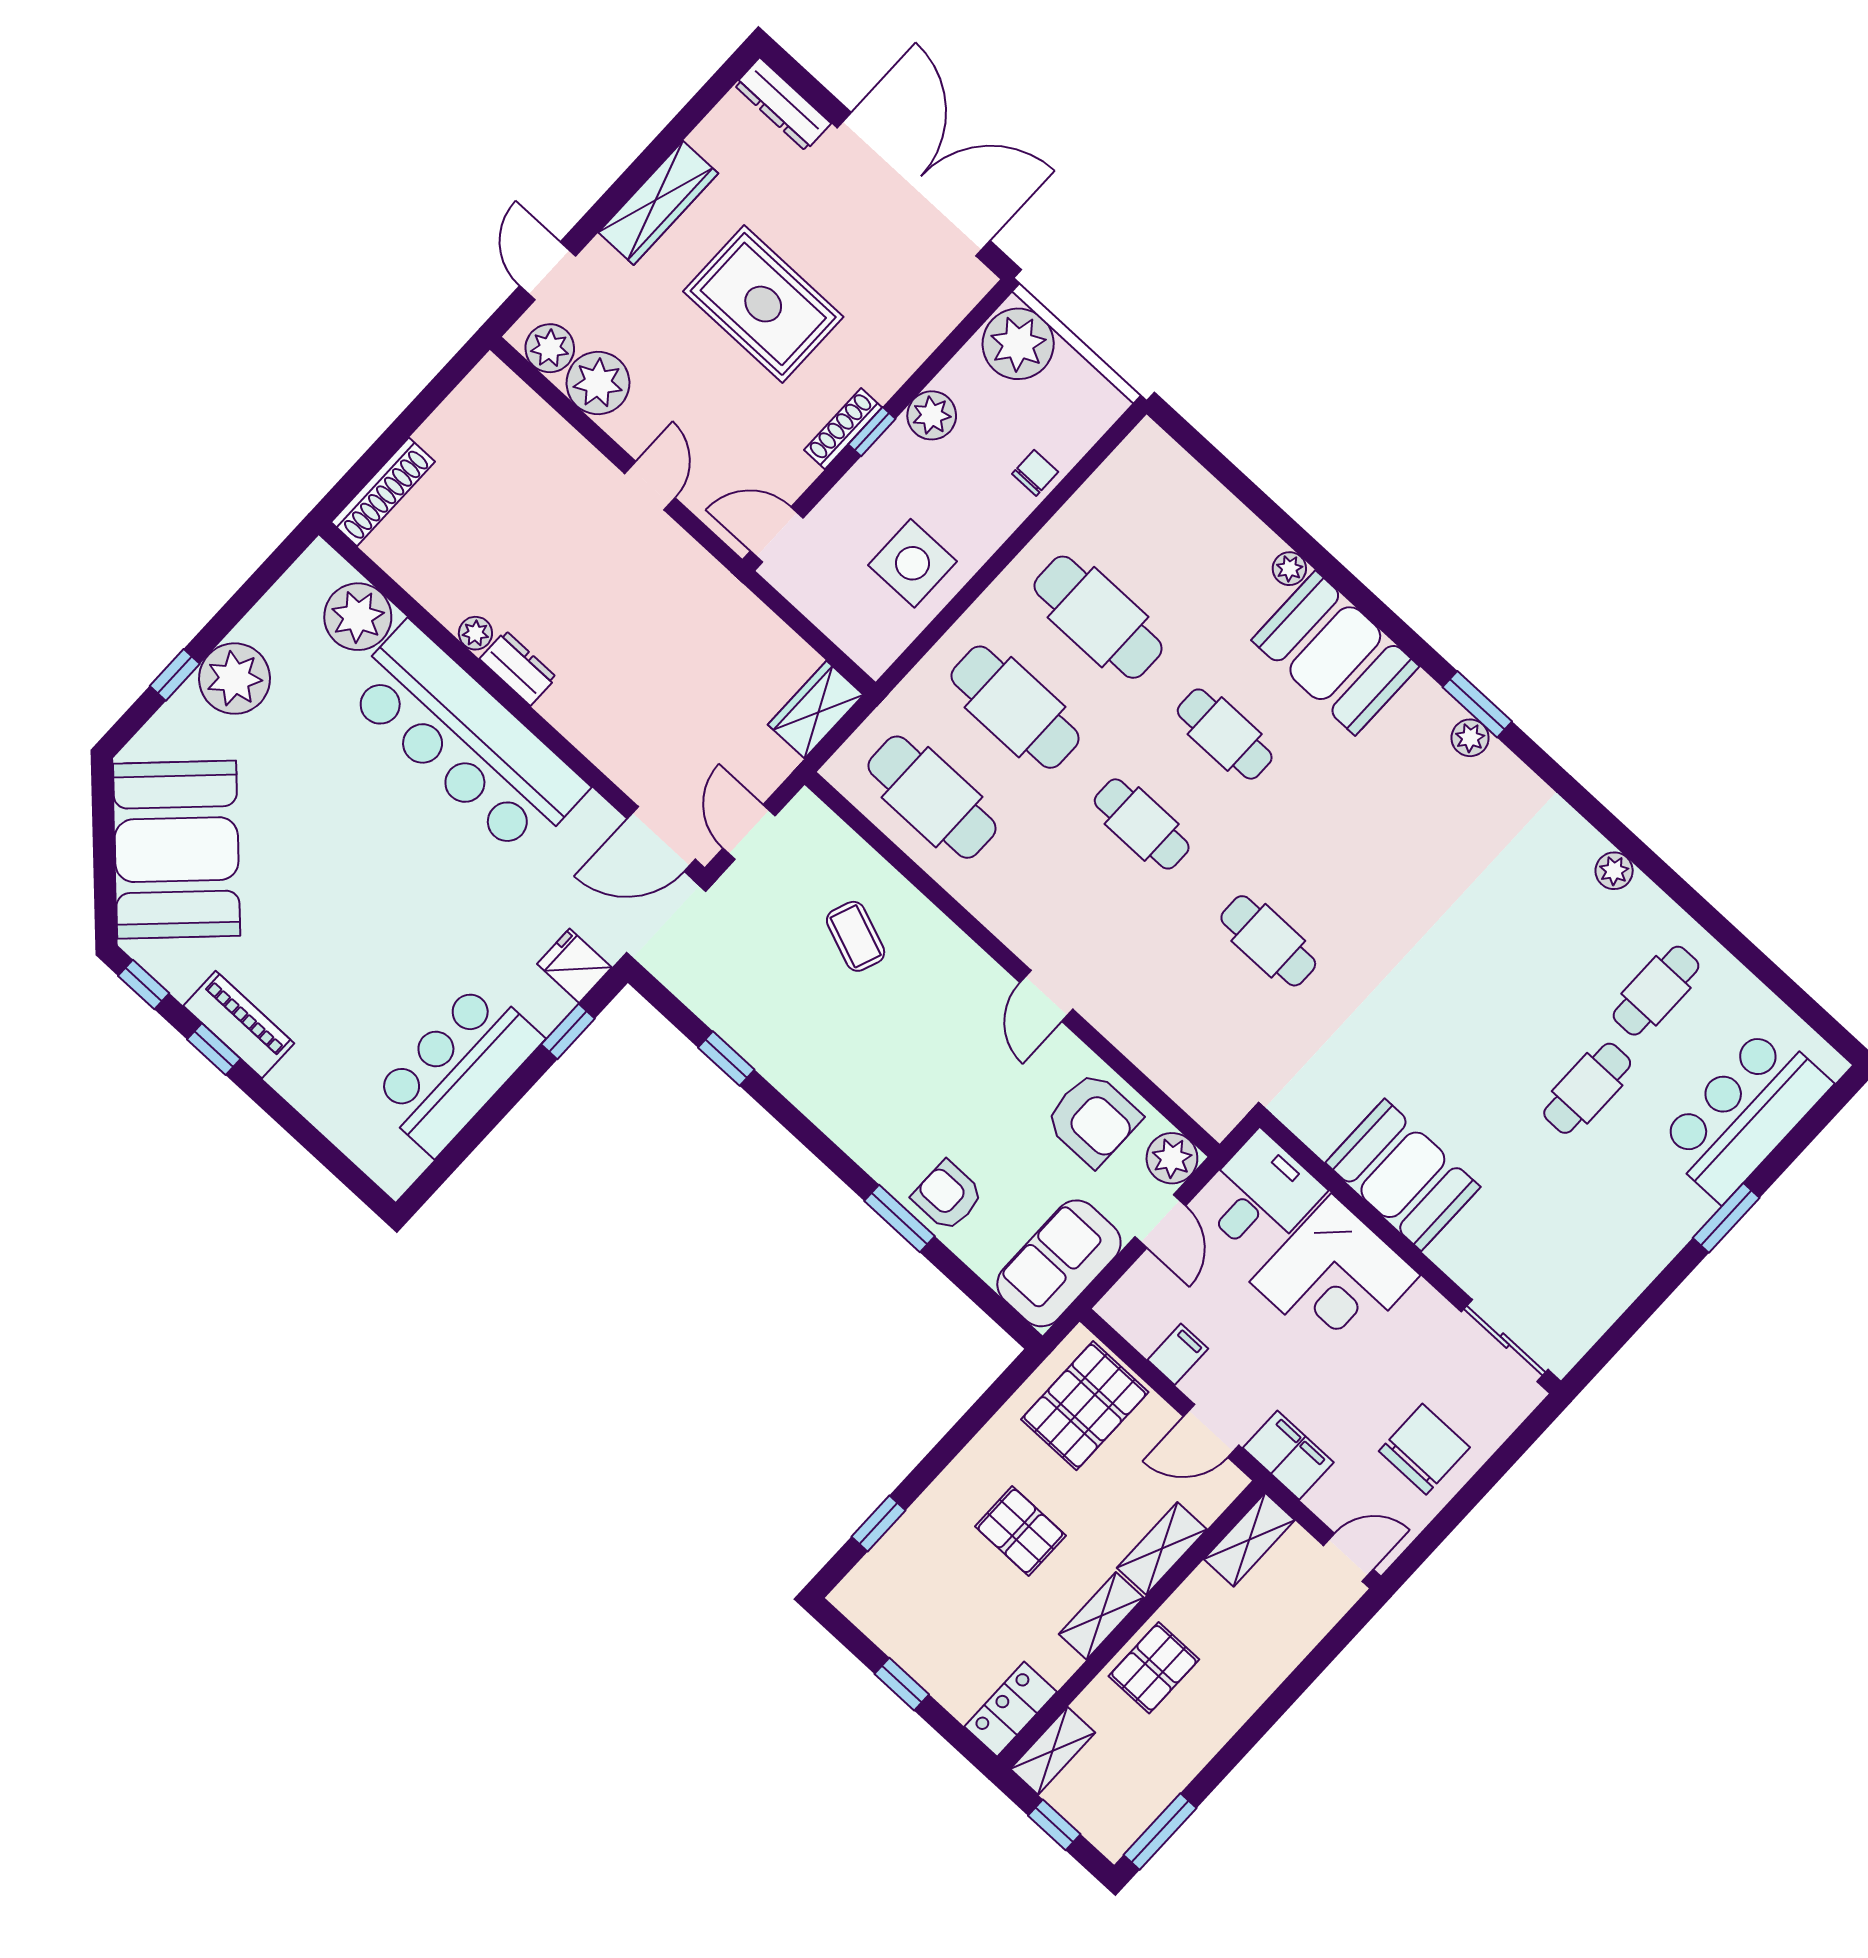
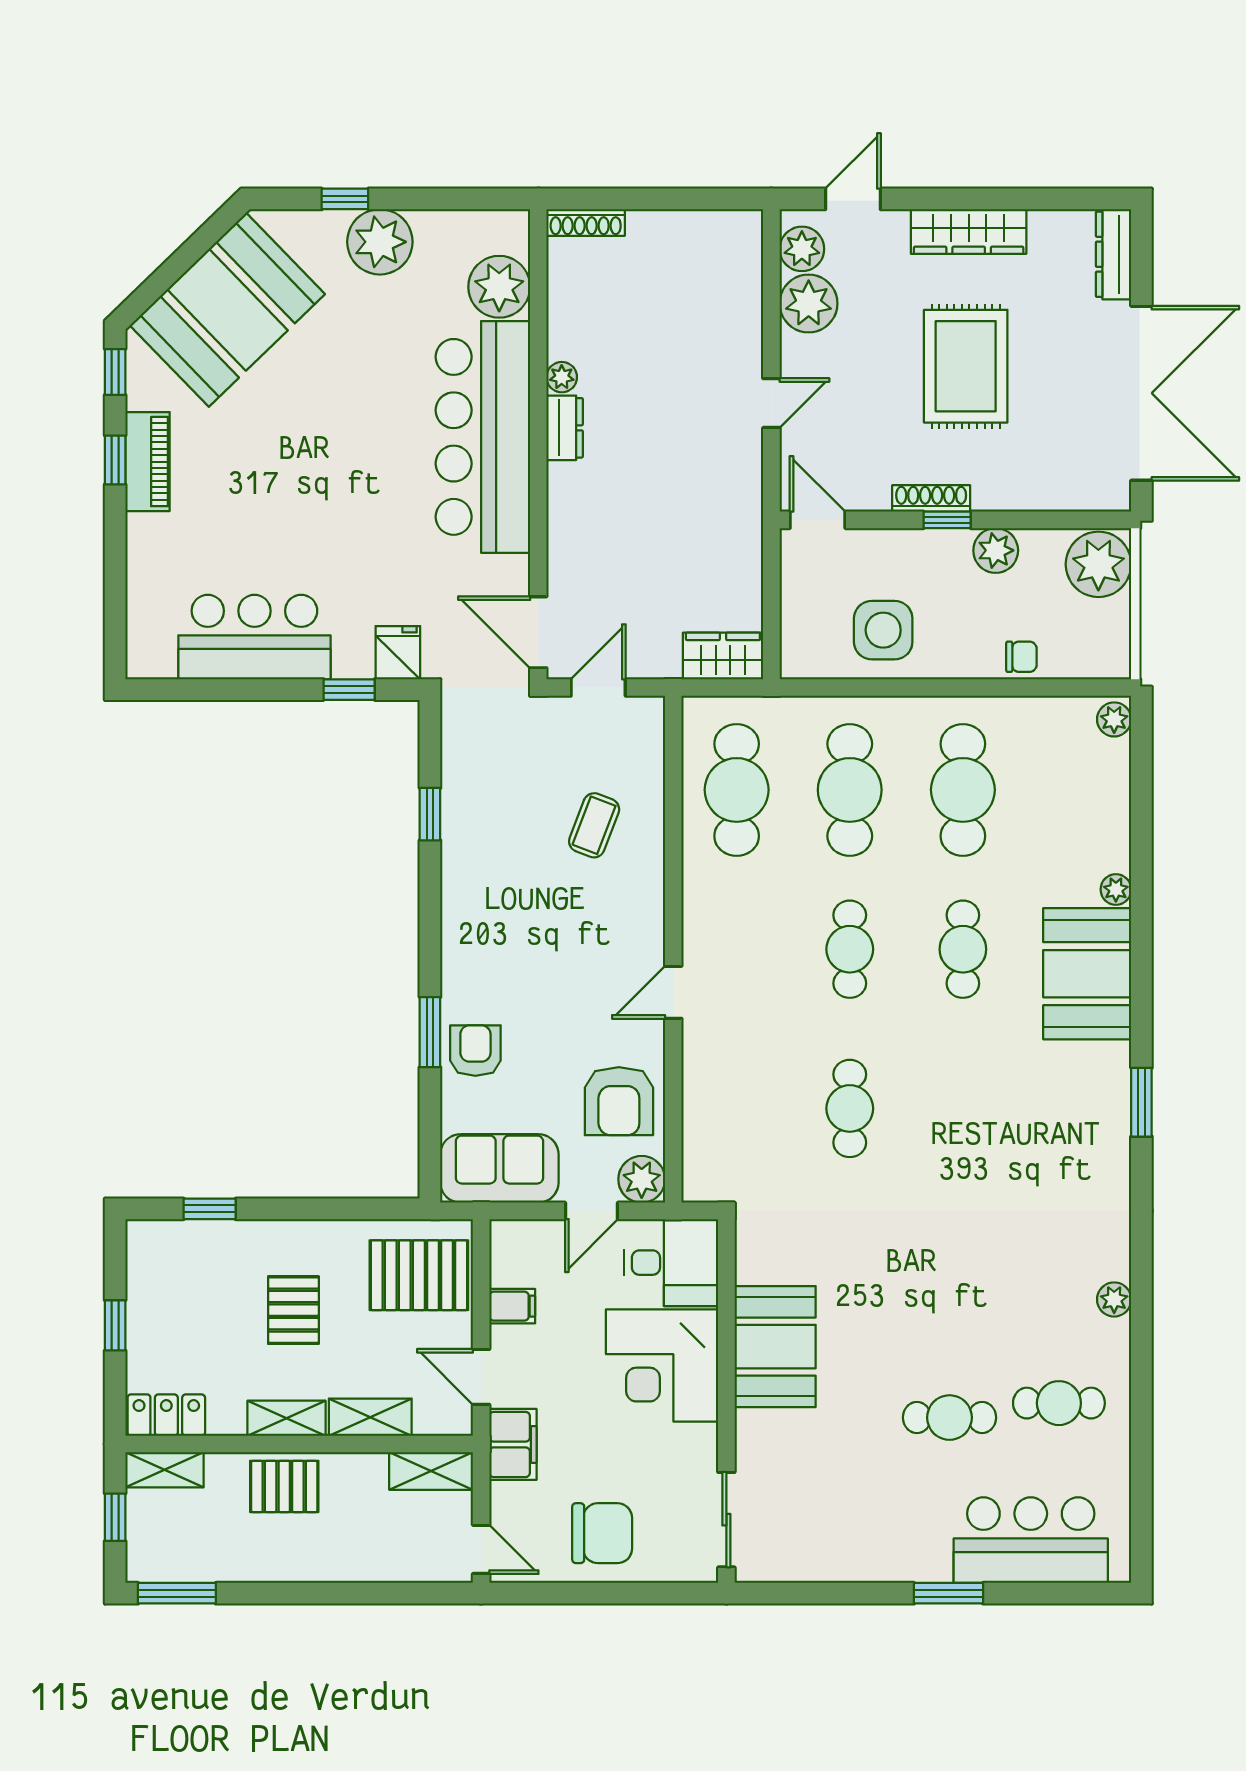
shoe rack: (383, 492) -> (586, 222), width x0.74, depth x0.81
plant: (1470, 738) -> (1114, 719), moved

